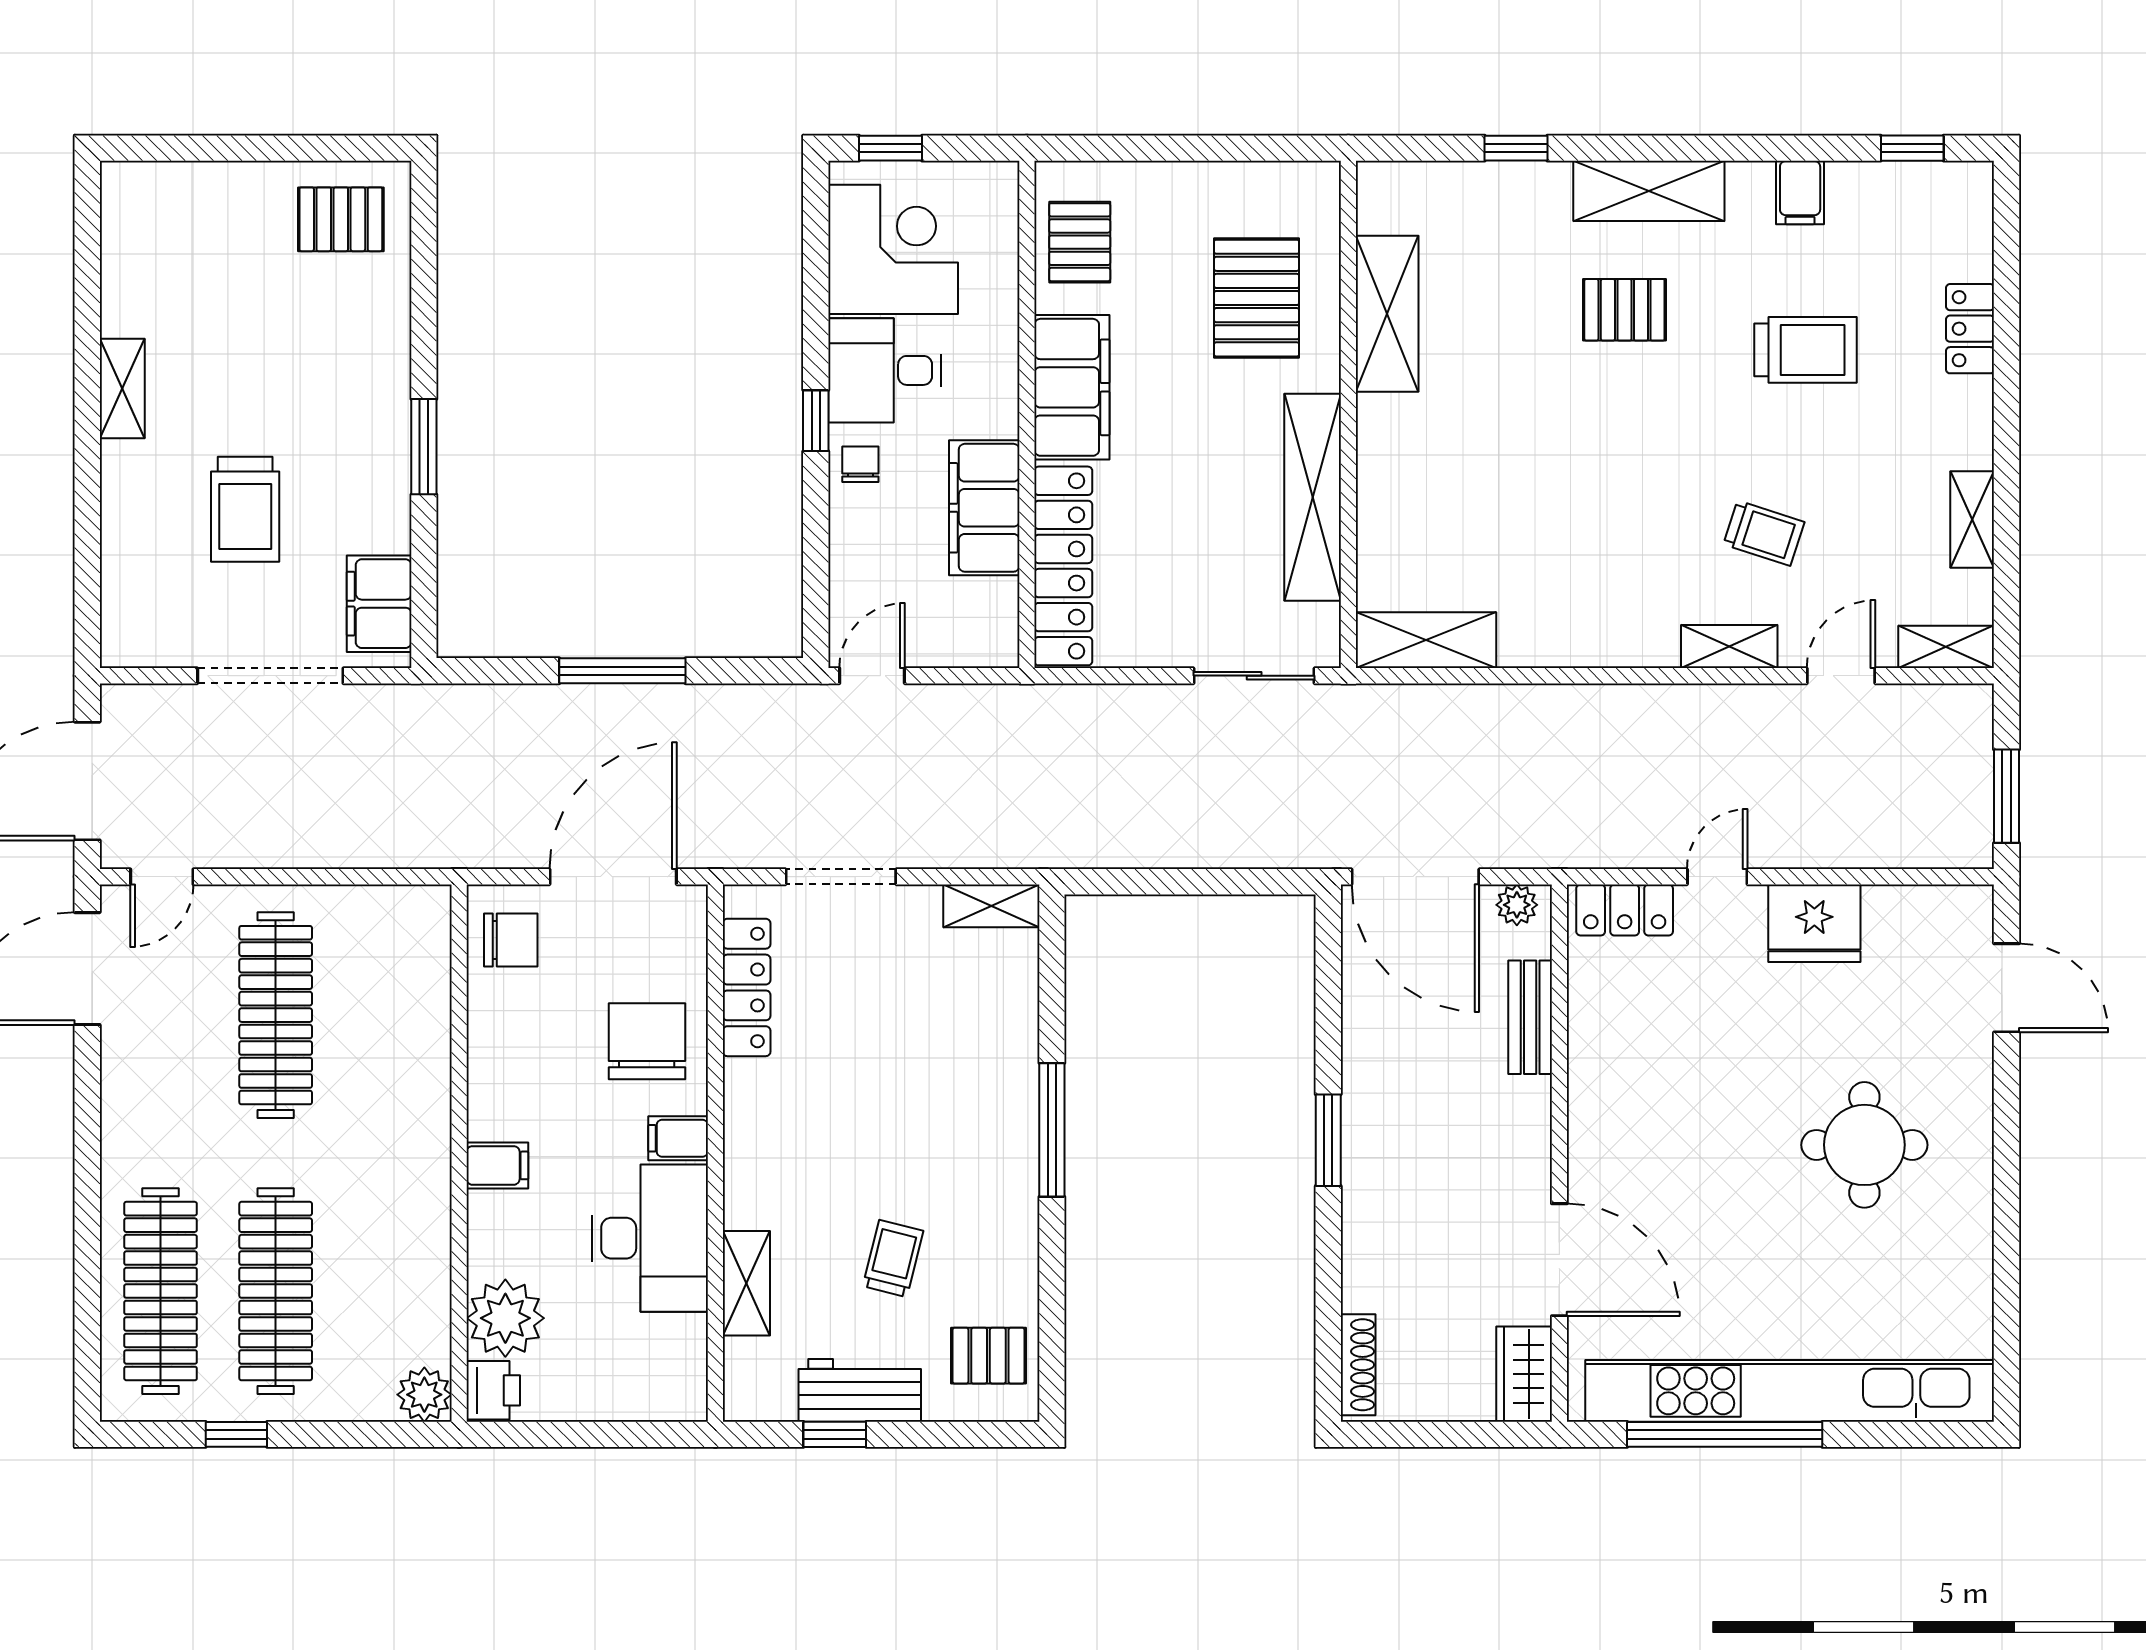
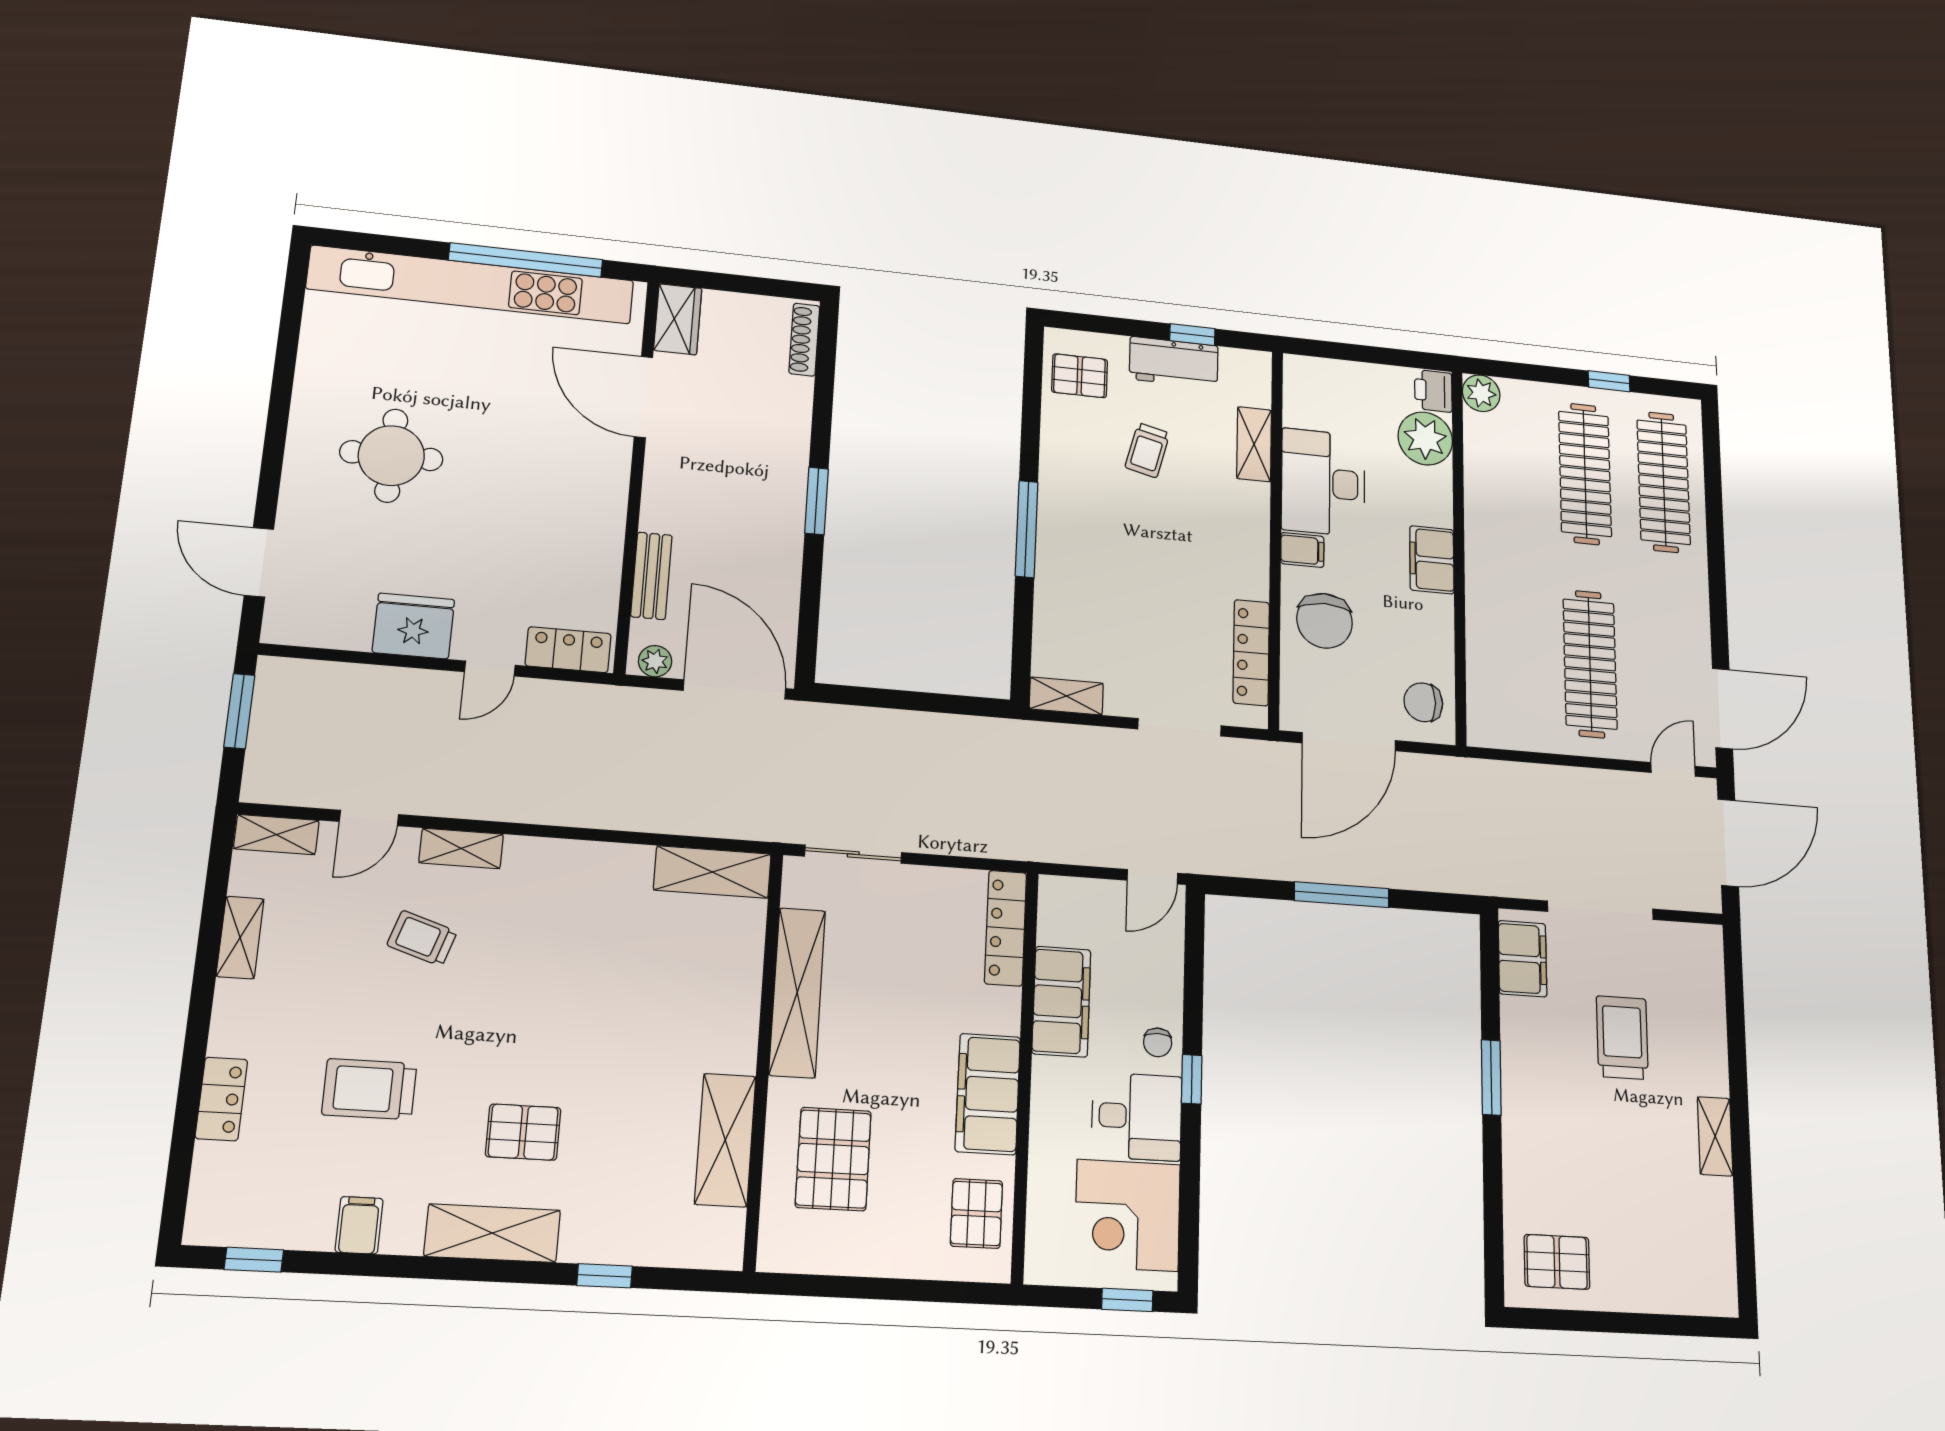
locker: (1063, 566) -> (1006, 928), width x0.71, depth x0.83
filing cabinet: (497, 1165) -> (1432, 560), width x2.00

